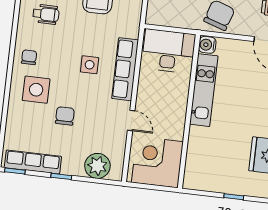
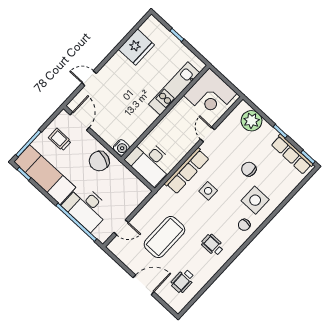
kitchen unit: (204, 90) -> (174, 88), moved
chair: (65, 116) -> (249, 169), turned 90

